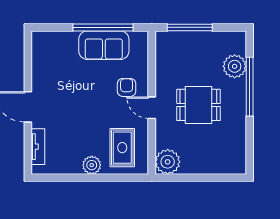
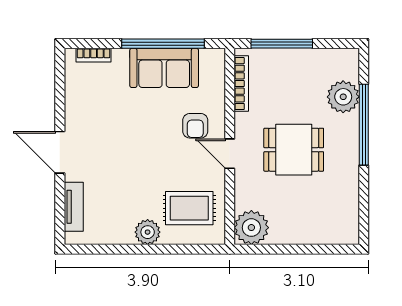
bookcase: (52, 36) -> (94, 55), added
bookcase: (160, 57) -> (241, 84), added
armchair: (127, 87) -> (195, 126), turned 180
rug: (122, 148) -> (189, 208), turned 90

